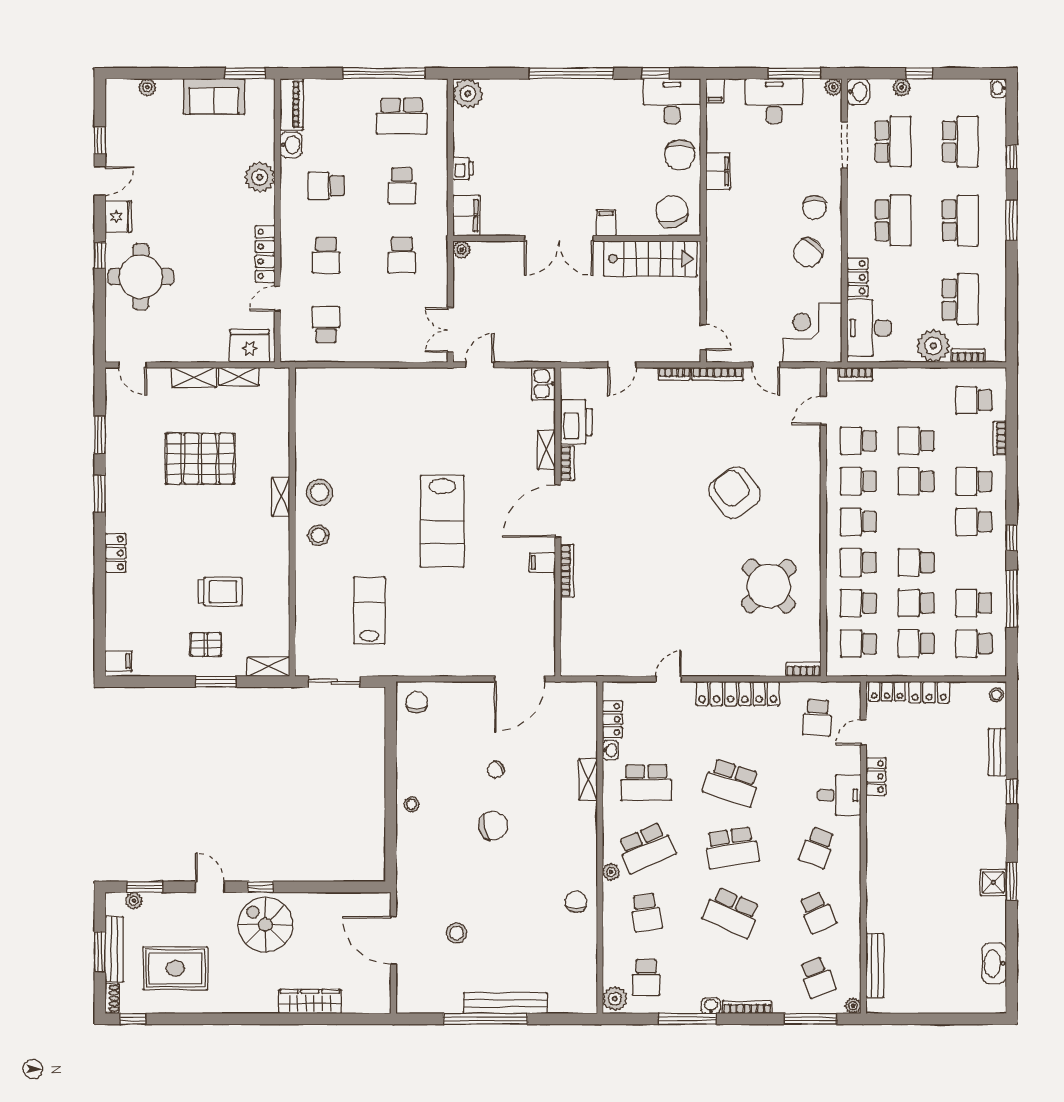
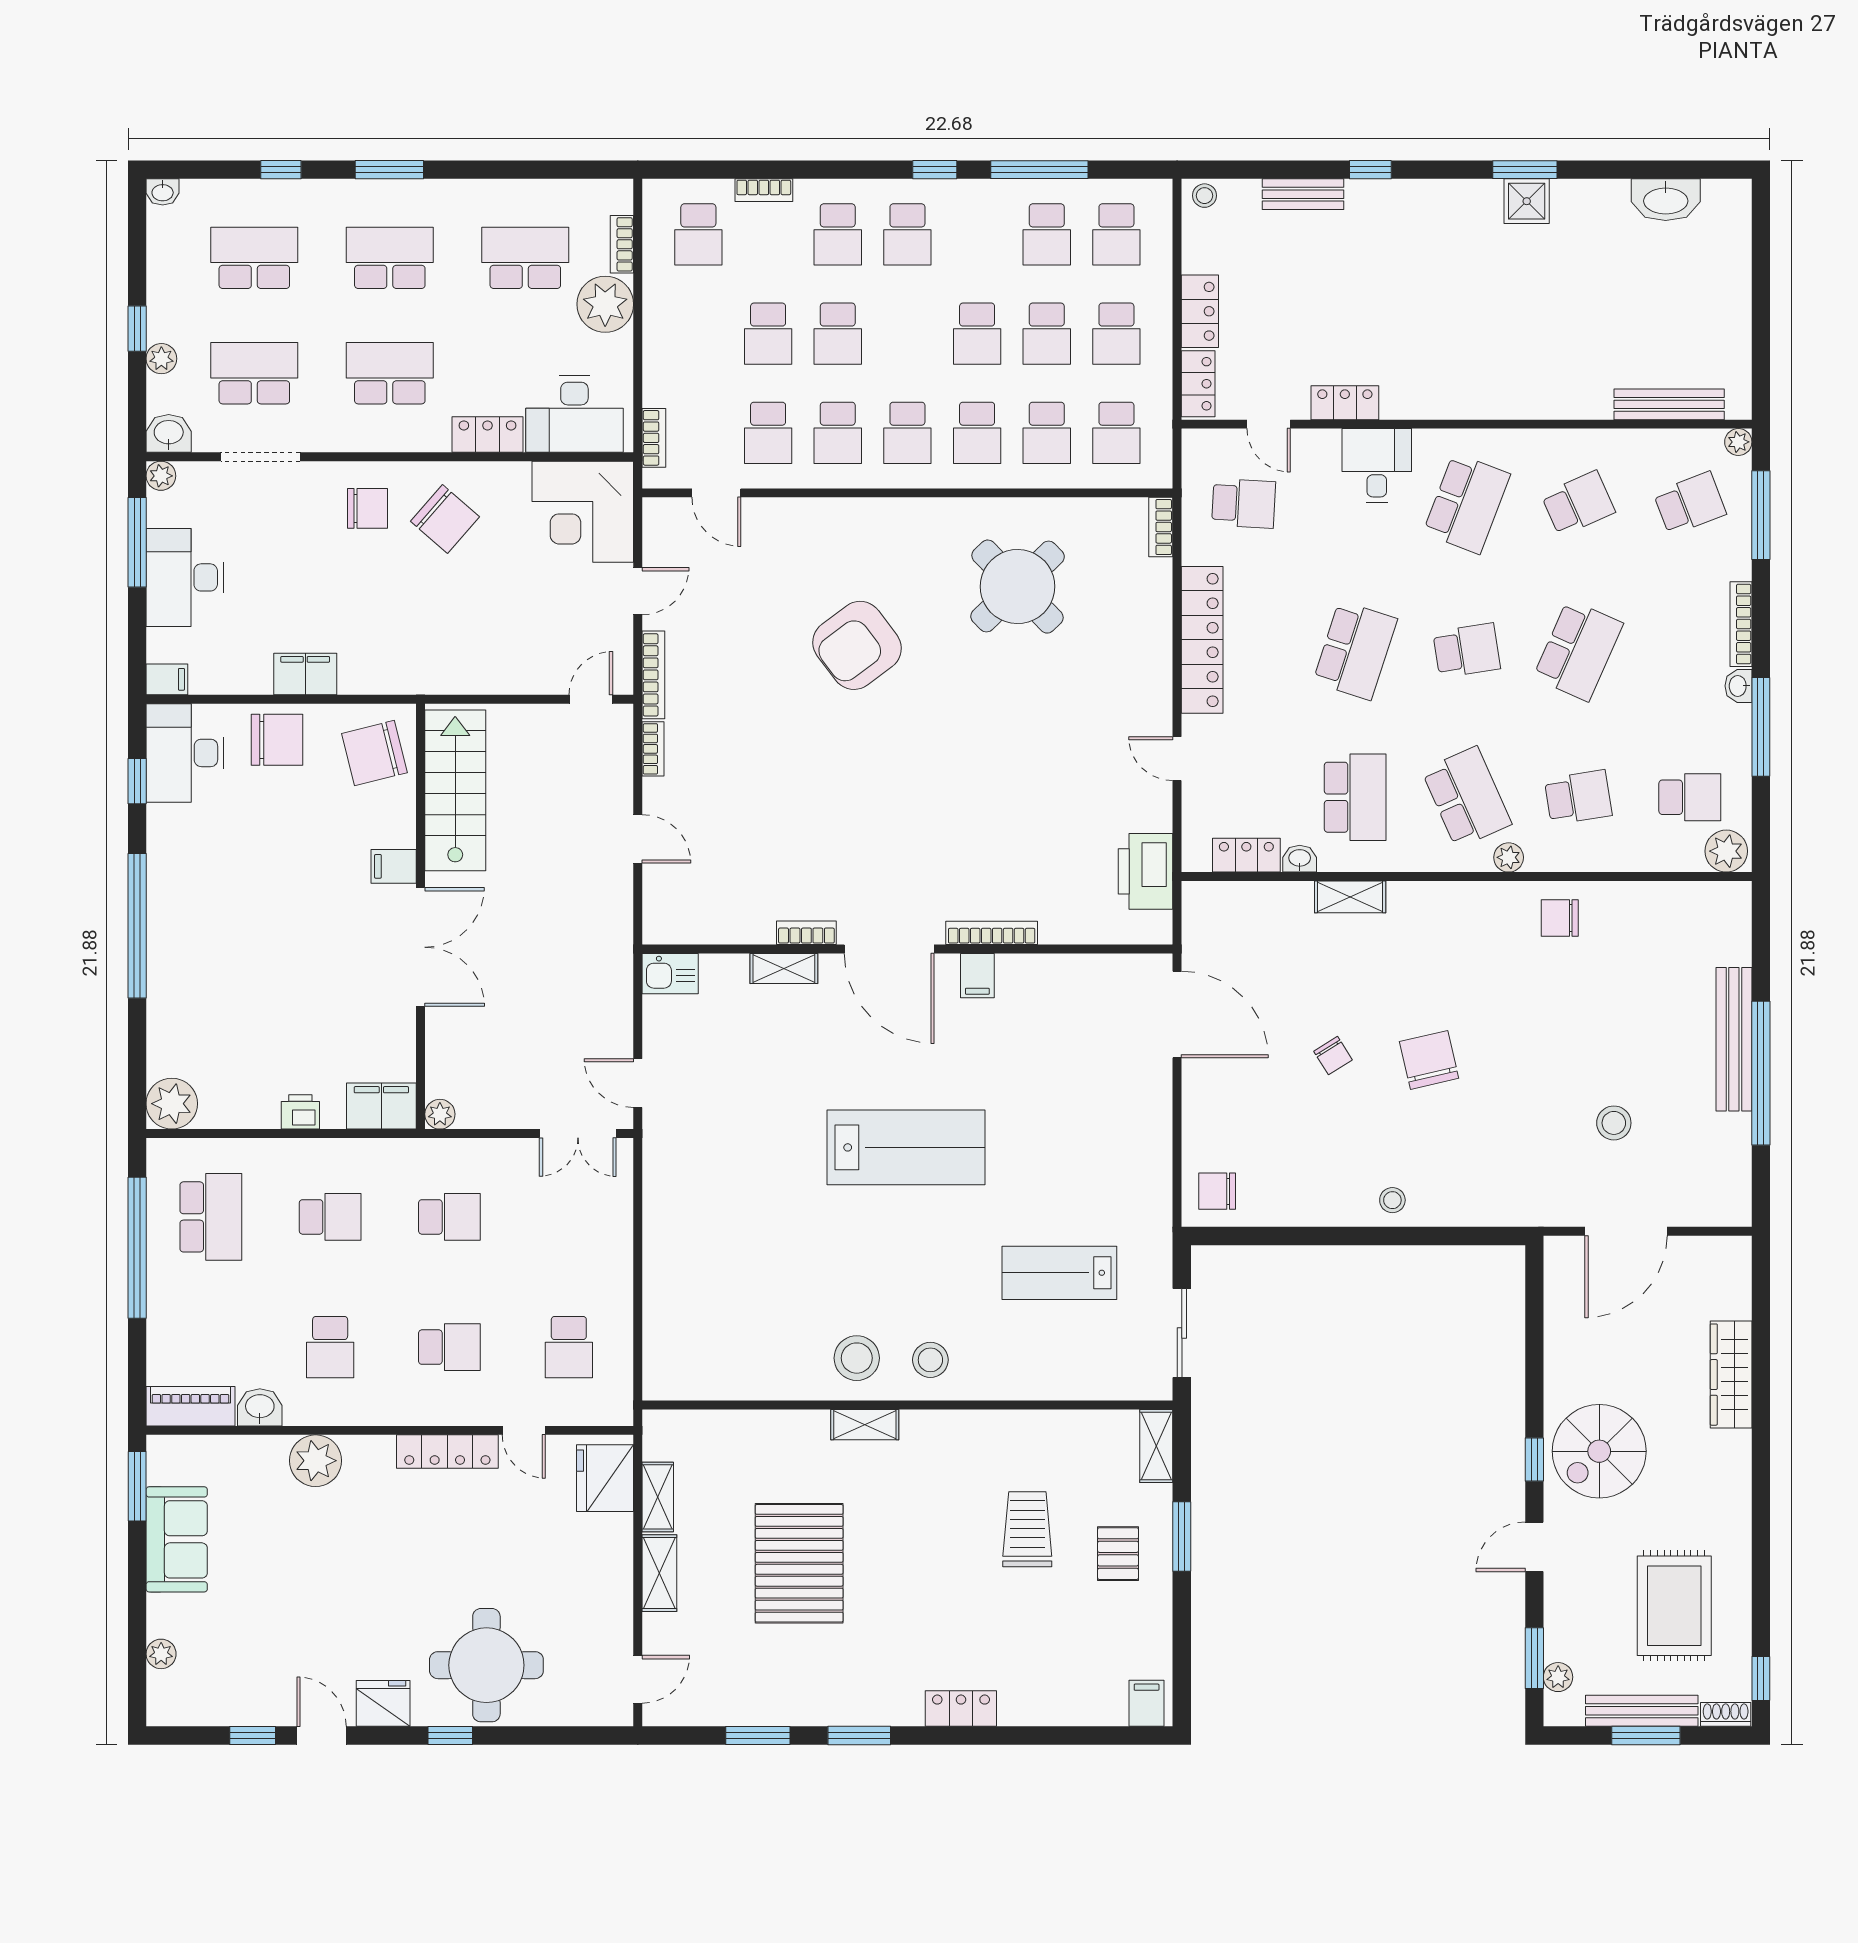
school desk: (326, 325) -> (569, 1347), turned -90
printer: (576, 422) -> (1145, 871), moved, turned -90
school desk: (732, 847) -> (1467, 650), width x0.54
school desk: (817, 847) -> (1467, 503), width x1.85

